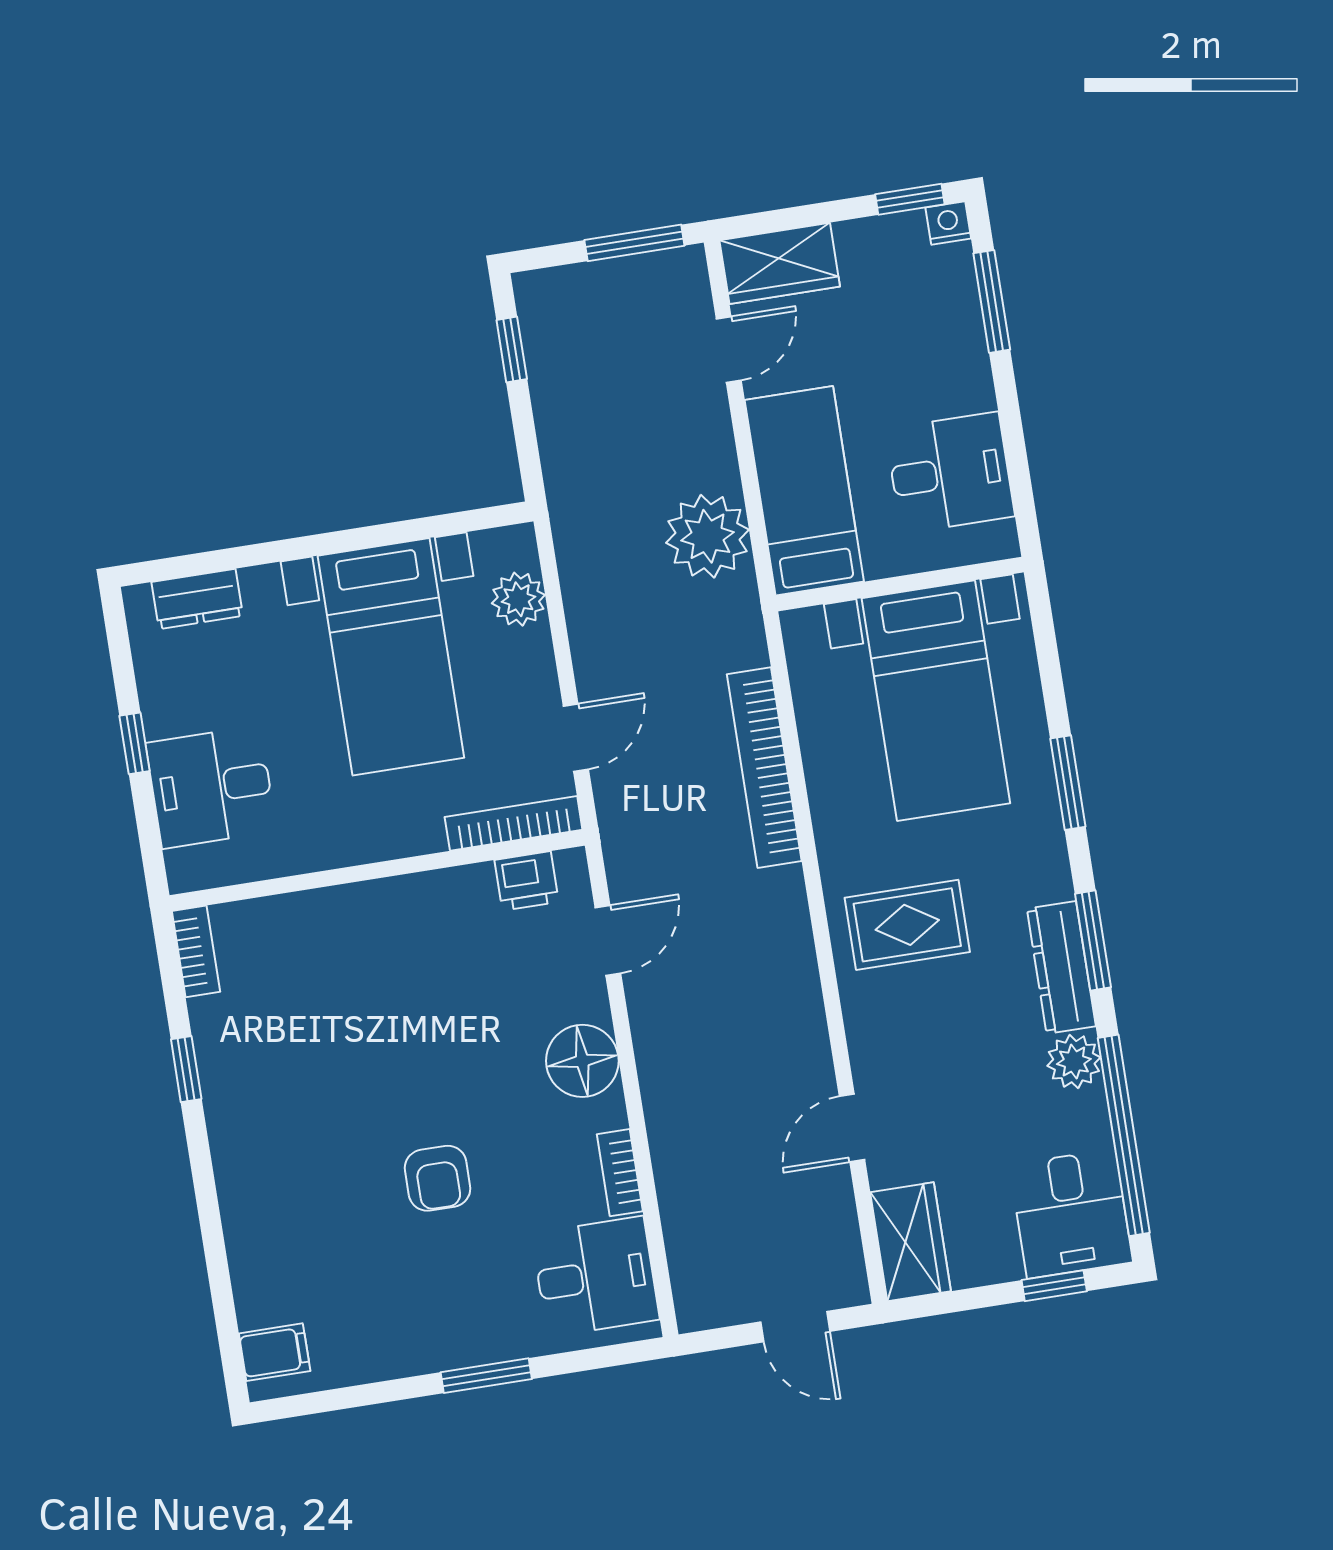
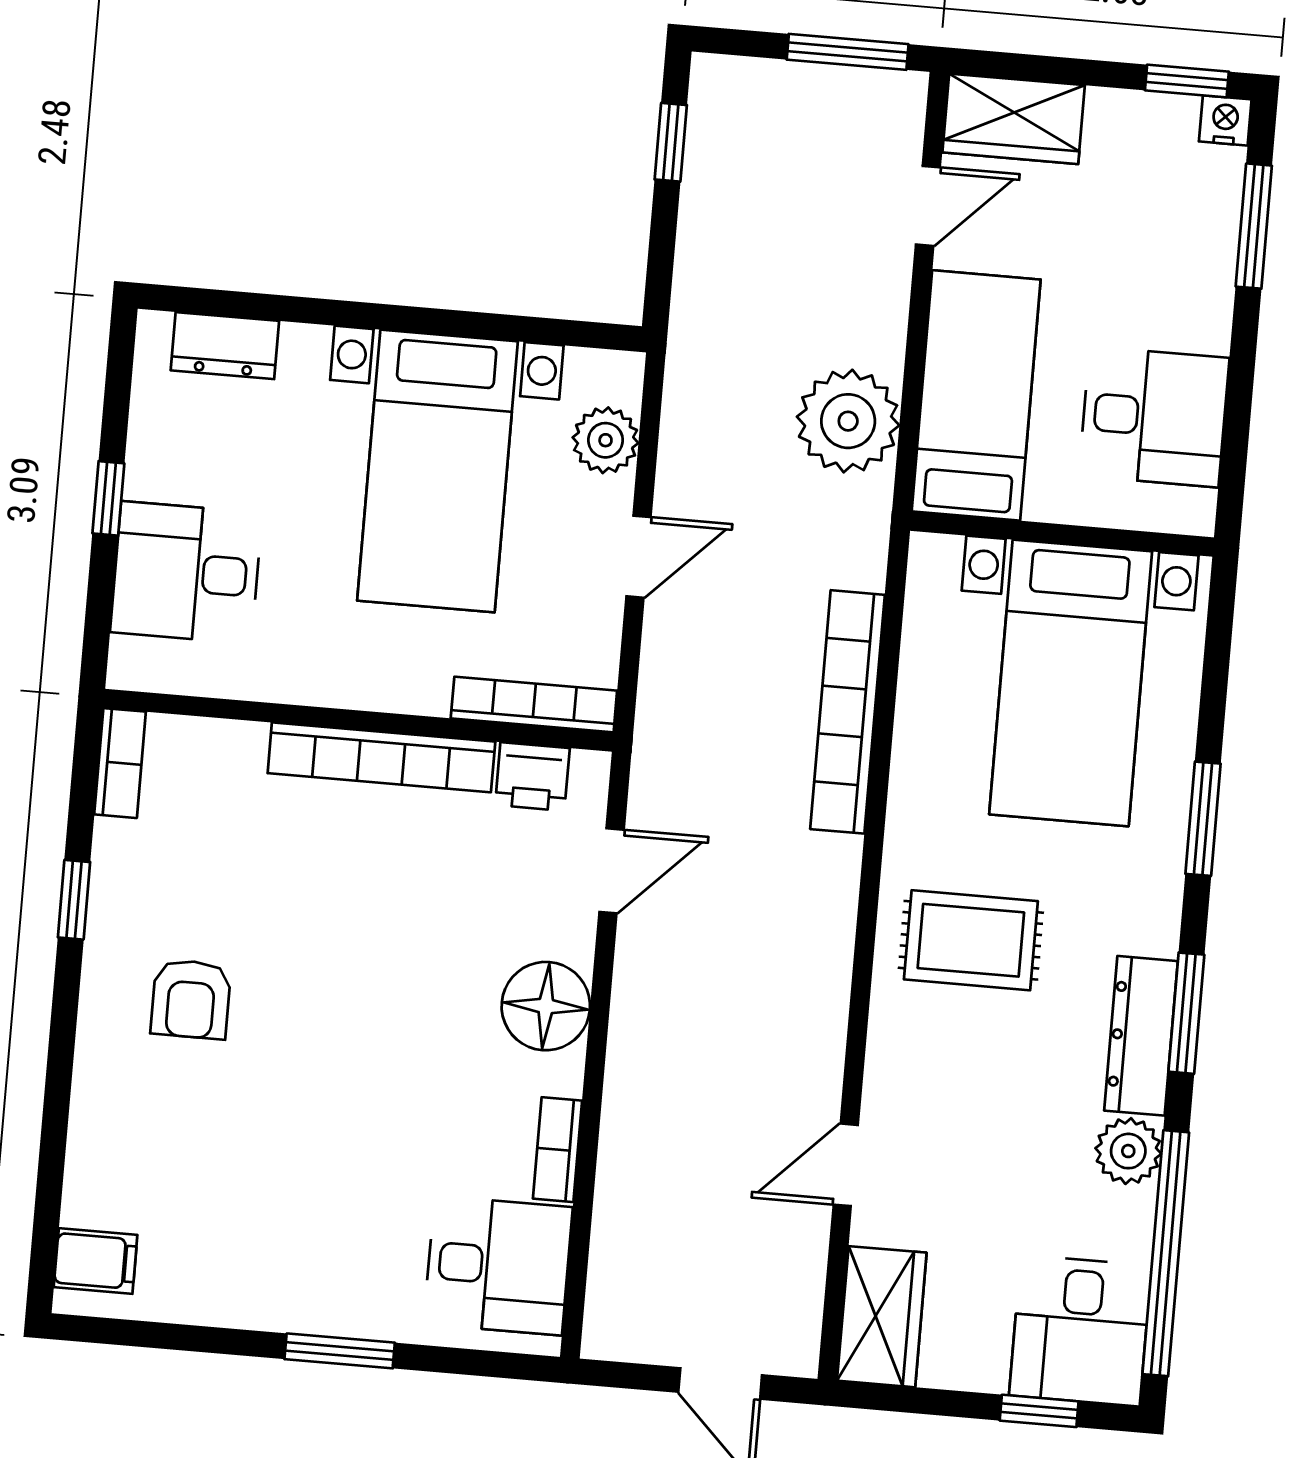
door: (576, 738) -> (638, 557), moved
bookcase: (403, 896) -> (381, 757), added
armchair: (438, 1178) -> (191, 999), moved

